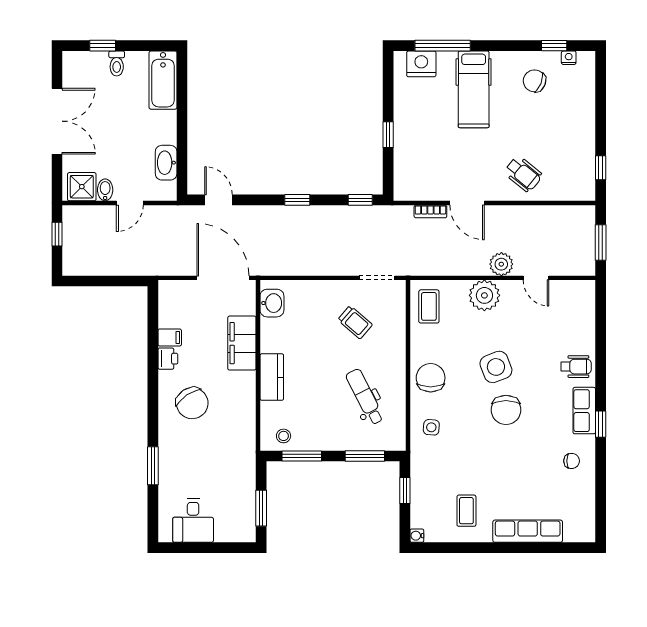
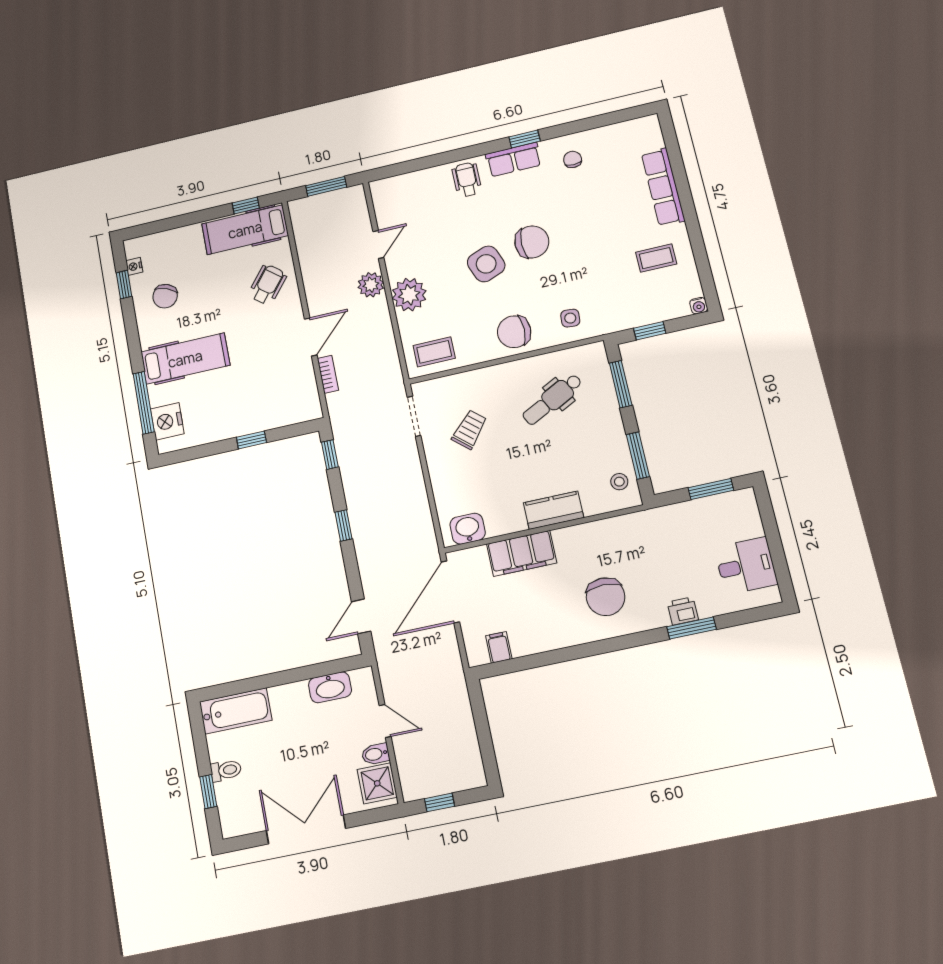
hospital bed: (578, 163) -> (245, 230), added
filing cabinet: (170, 337) -> (499, 647), moved
printer: (168, 359) -> (683, 611), moved
chair: (192, 403) -> (606, 597), turned 124

